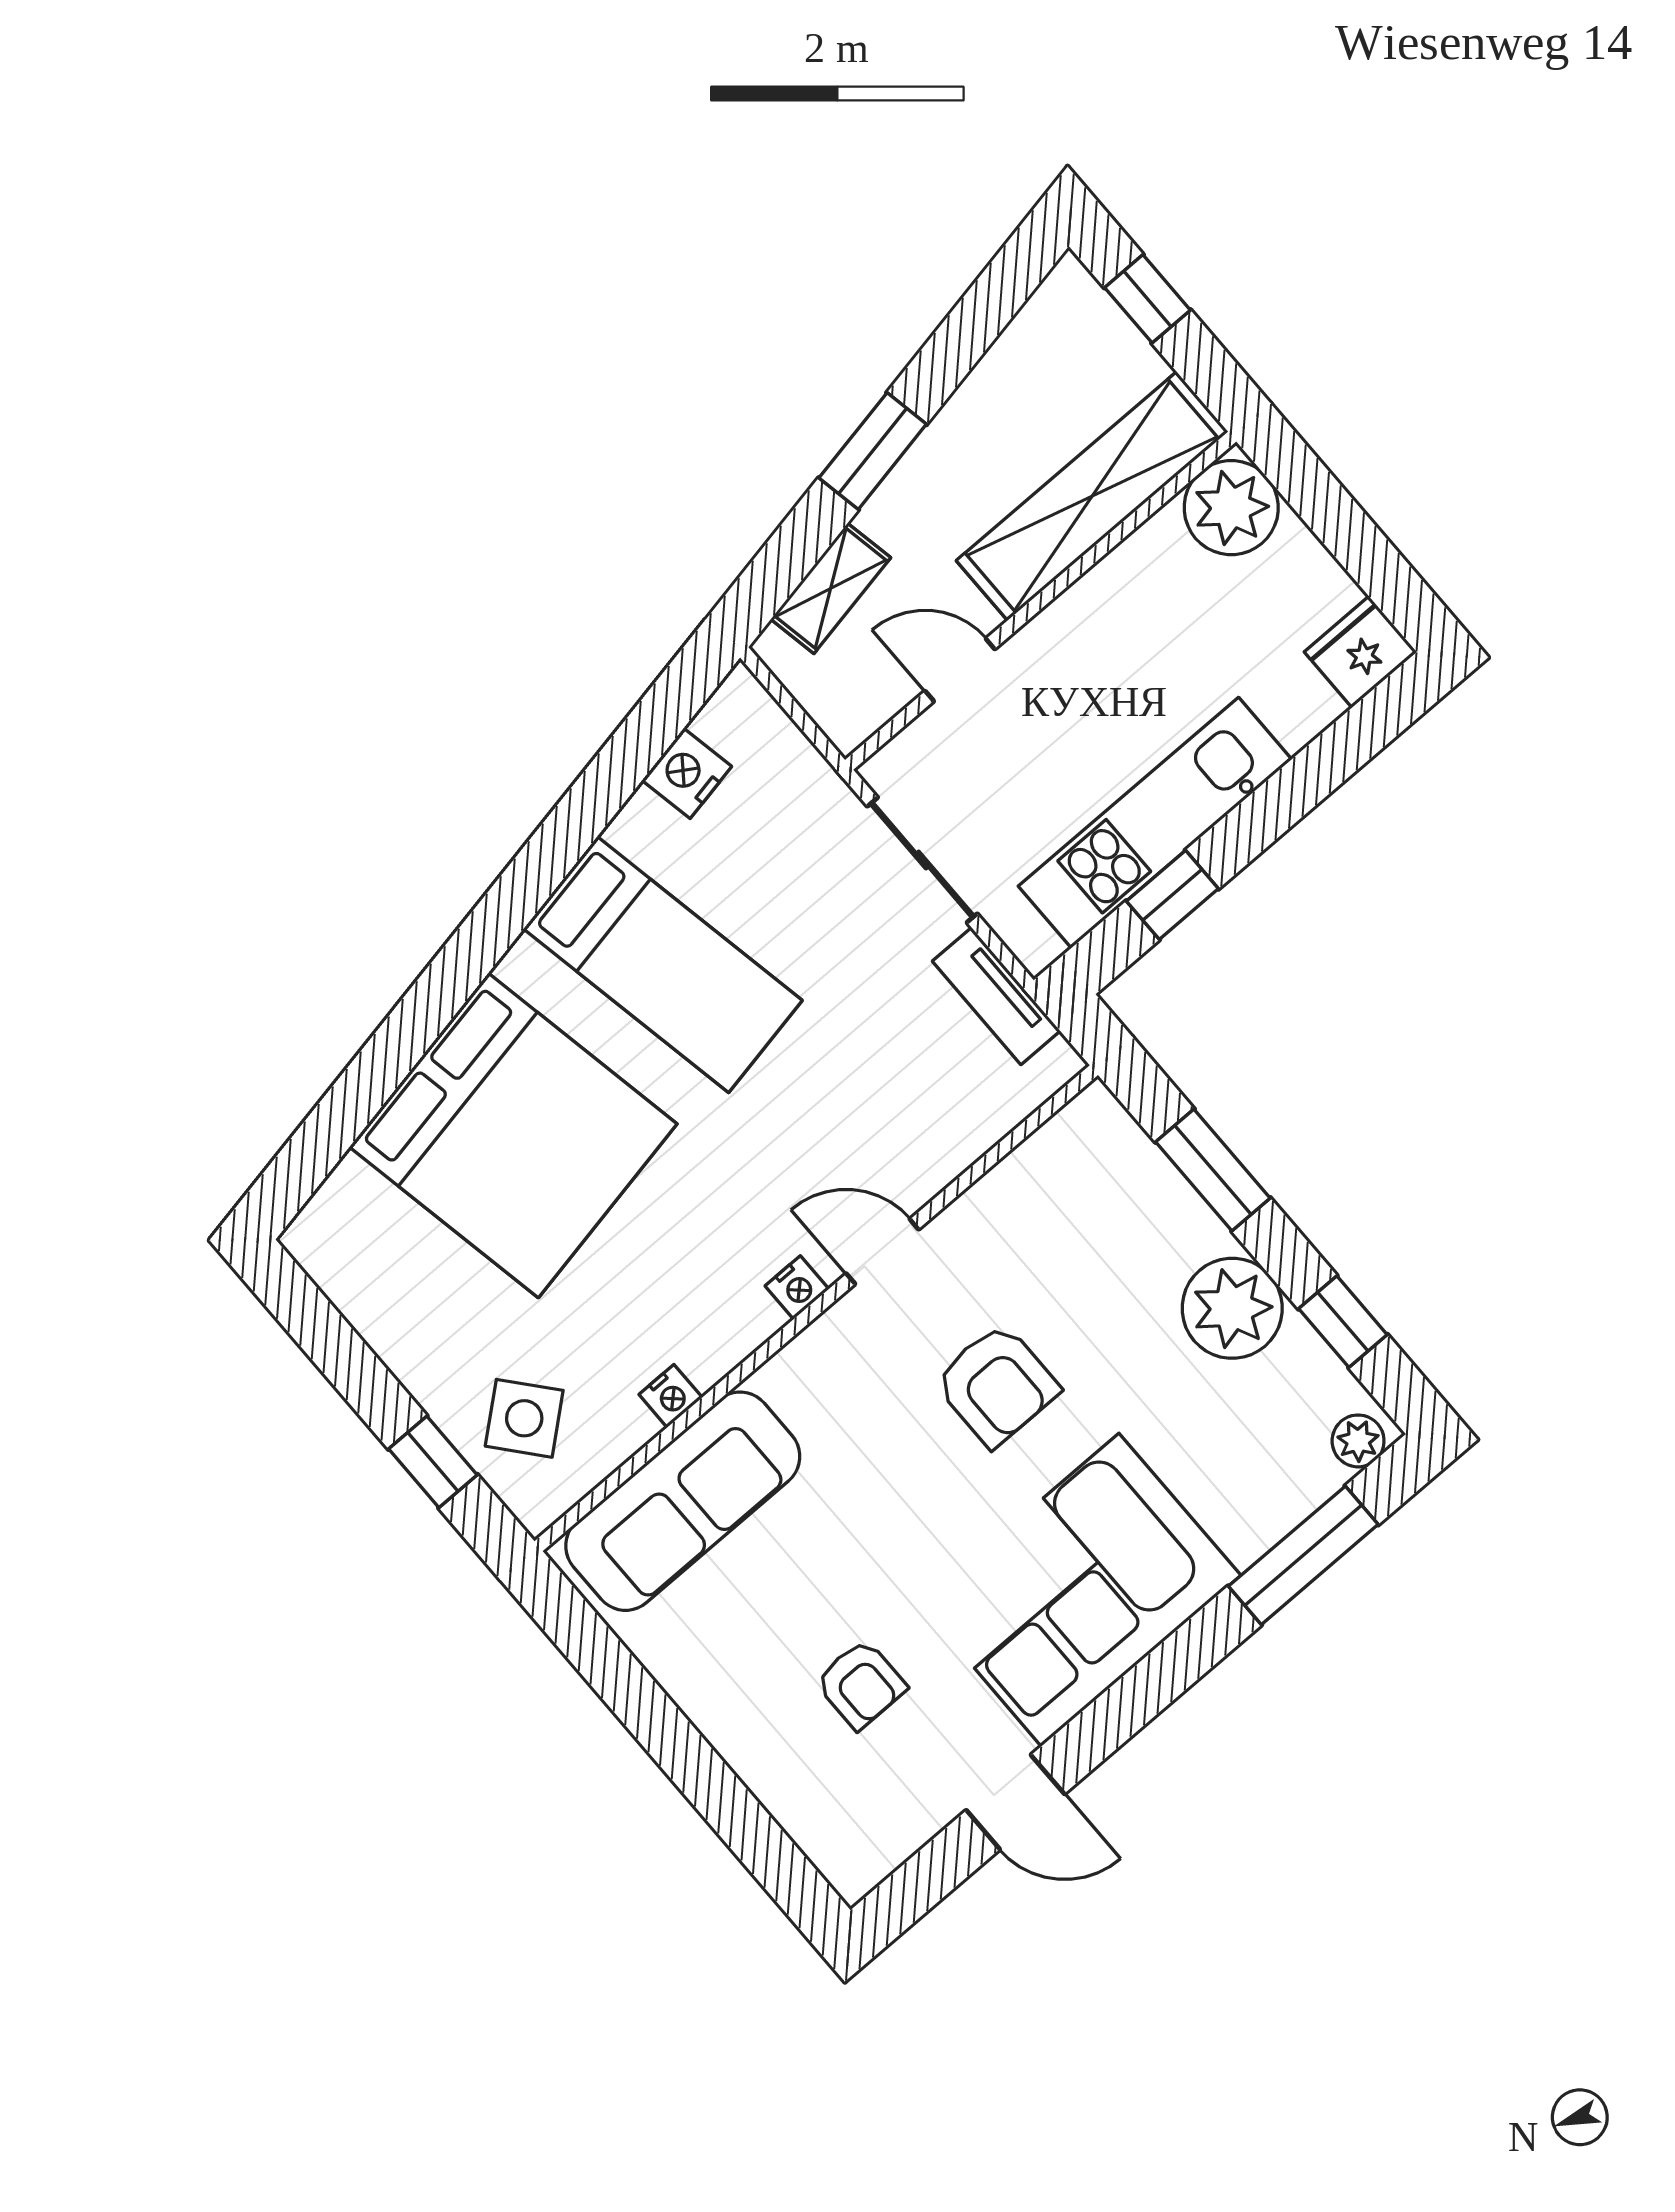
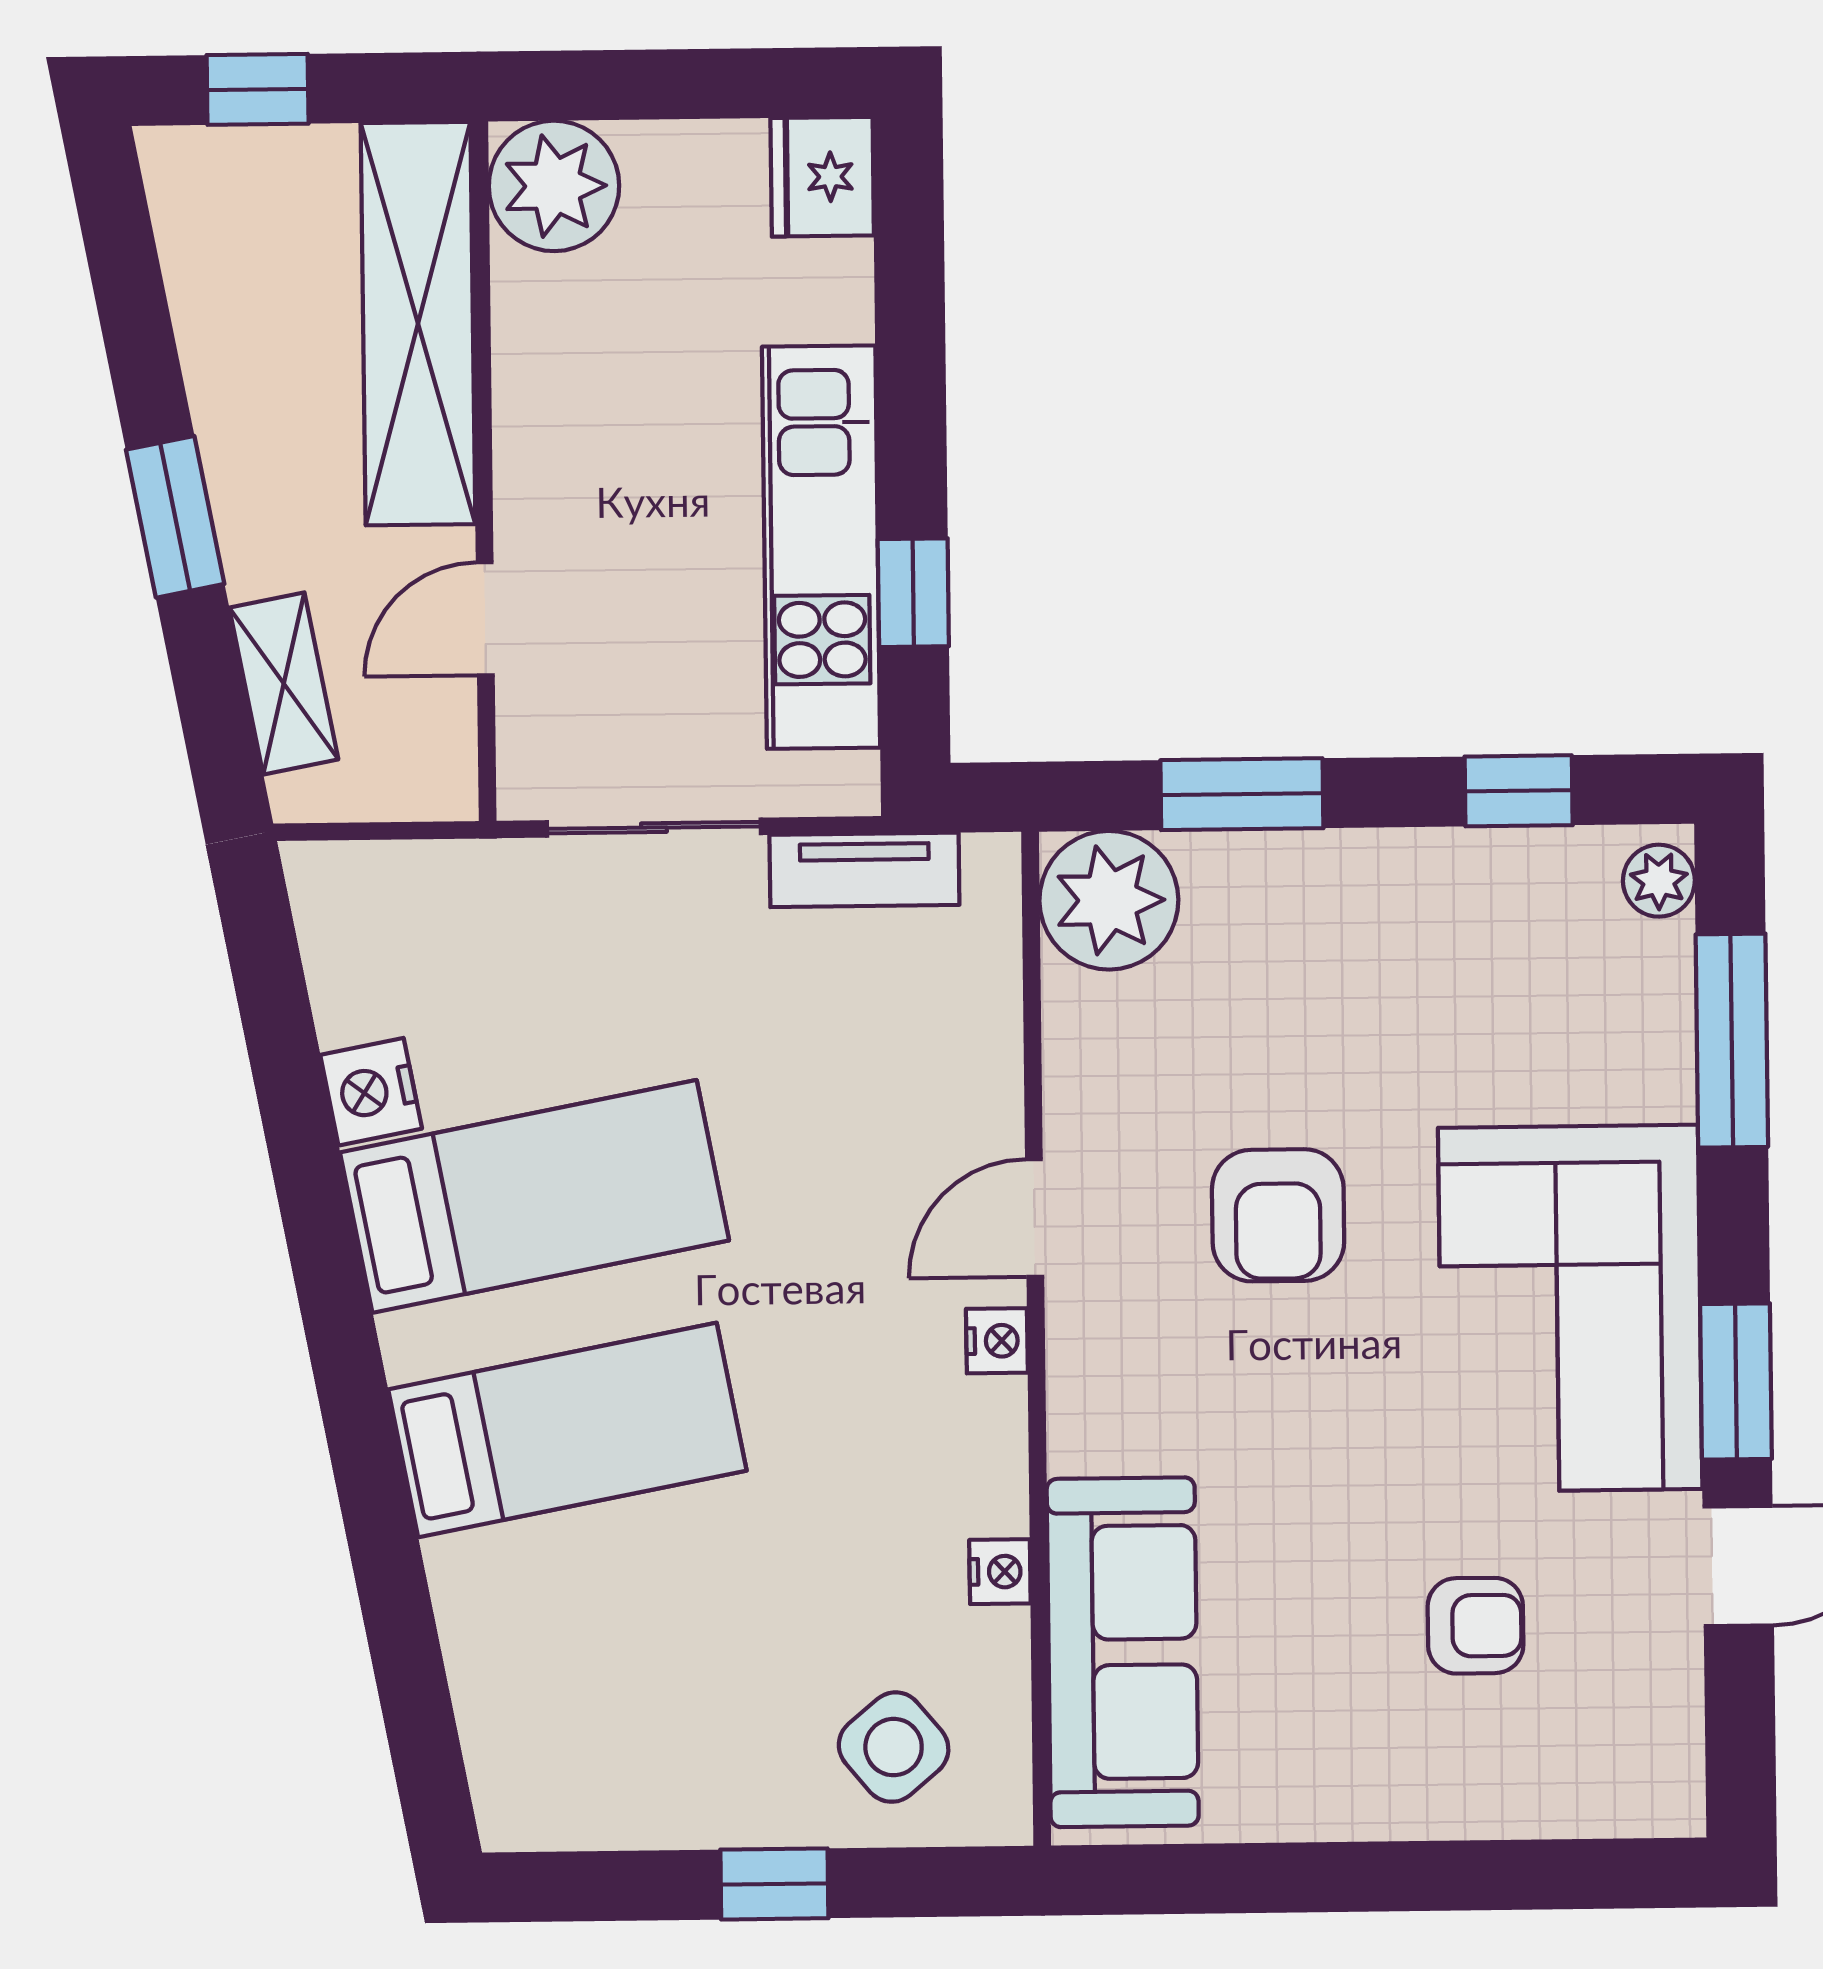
nightstand: (687, 773) -> (371, 1092), moved
bed: (513, 1135) -> (567, 1430), width x0.49
plant: (1232, 1308) -> (1109, 900), moved
armchair: (997, 1385) -> (1278, 1215), turned 90
window: (433, 1462) -> (774, 1884), moved
window: (1116, 1715) -> (1736, 1382), added

